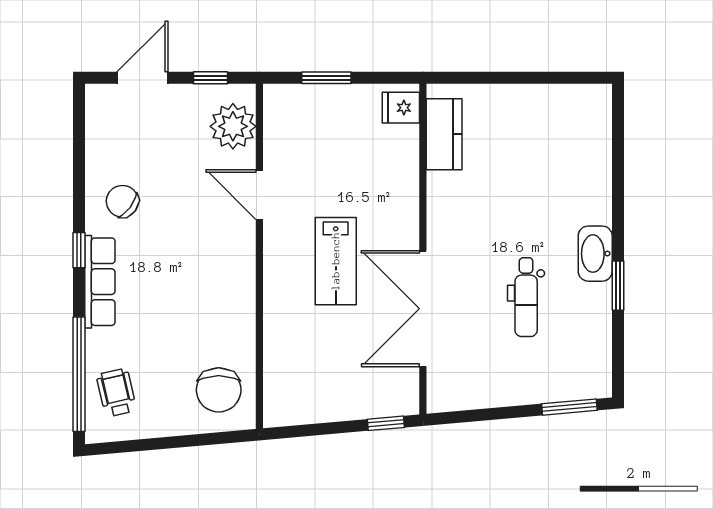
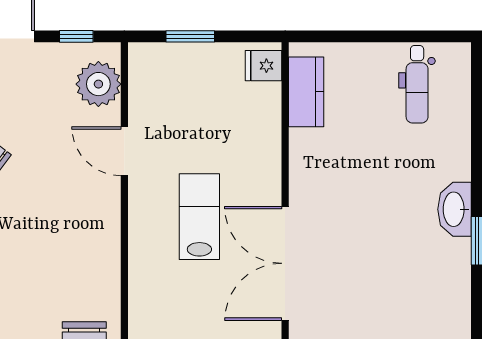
lab bench: (336, 261) -> (199, 217), turned 180
dental chair: (526, 297) -> (417, 84), moved

